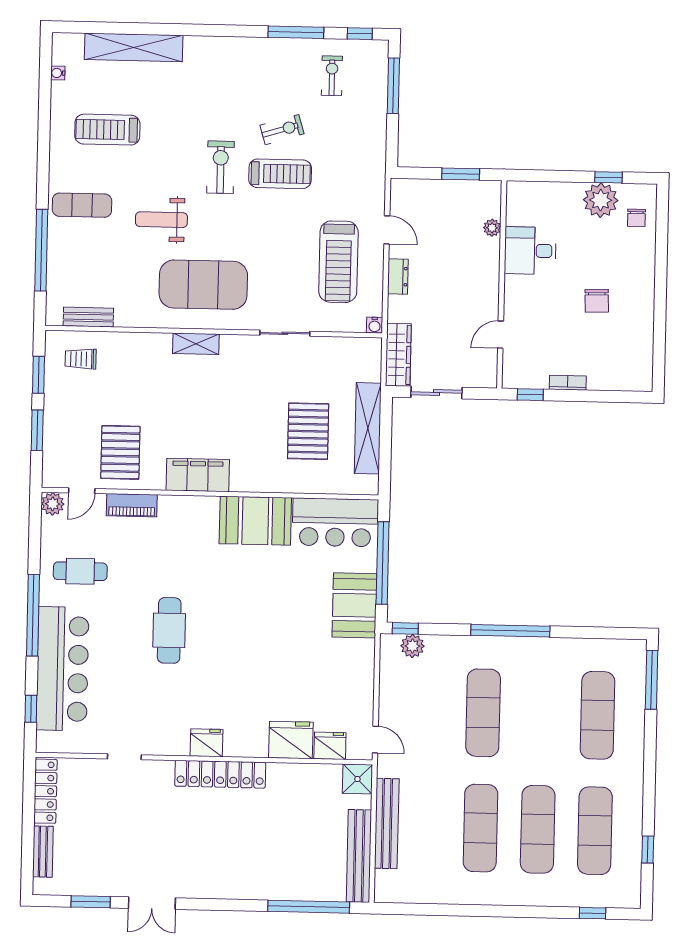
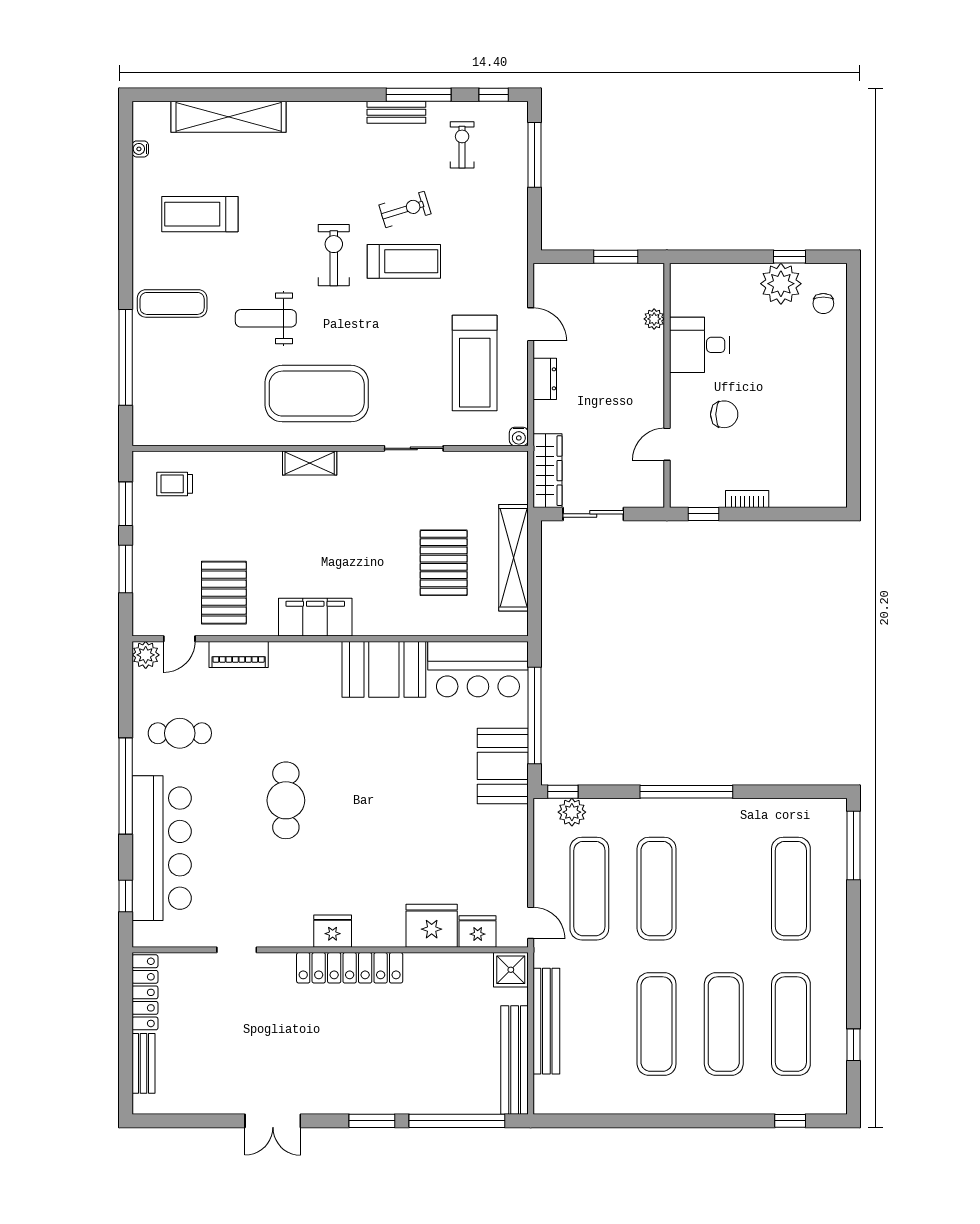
chair: (597, 301) -> (724, 414), moved, turned -88
bench: (88, 317) -> (396, 112), moved
exercise mat: (426, 711) -> (589, 889), added
window: (91, 902) -> (372, 1121), moved

